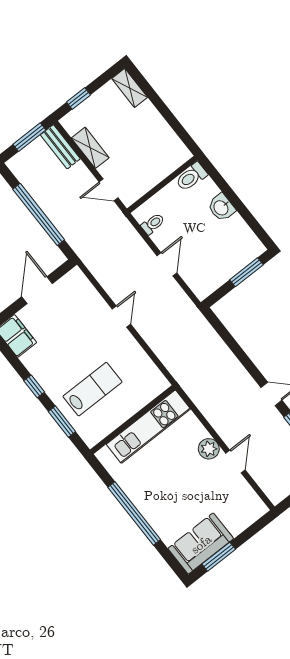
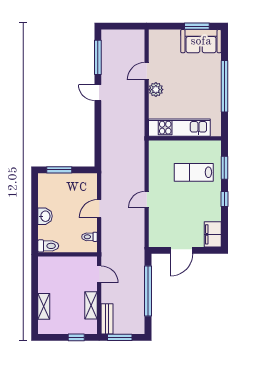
shelving: (130, 88) -> (44, 306), moved

